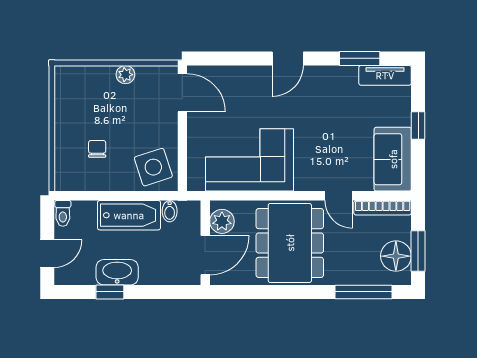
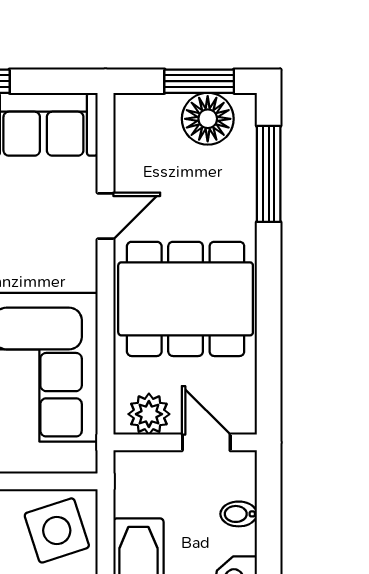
bookcase: (383, 208) -> (126, 142), removed
bidet: (170, 211) -> (239, 514), moved, turned 180
door: (205, 255) -> (206, 442), width x0.73

